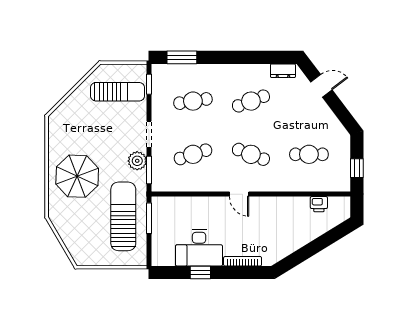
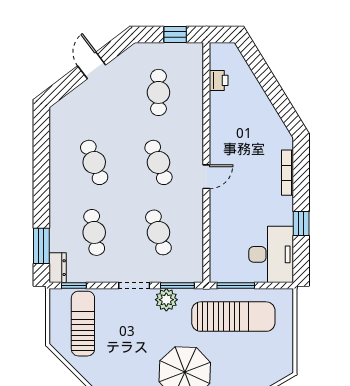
dresser: (283, 71) -> (58, 268), moved
door: (321, 86) -> (92, 65), moved
cafe table: (251, 154) -> (158, 162), turned -42
sun lounger: (123, 216) -> (233, 317), turned 180
desk: (199, 248) -> (271, 254), moved

